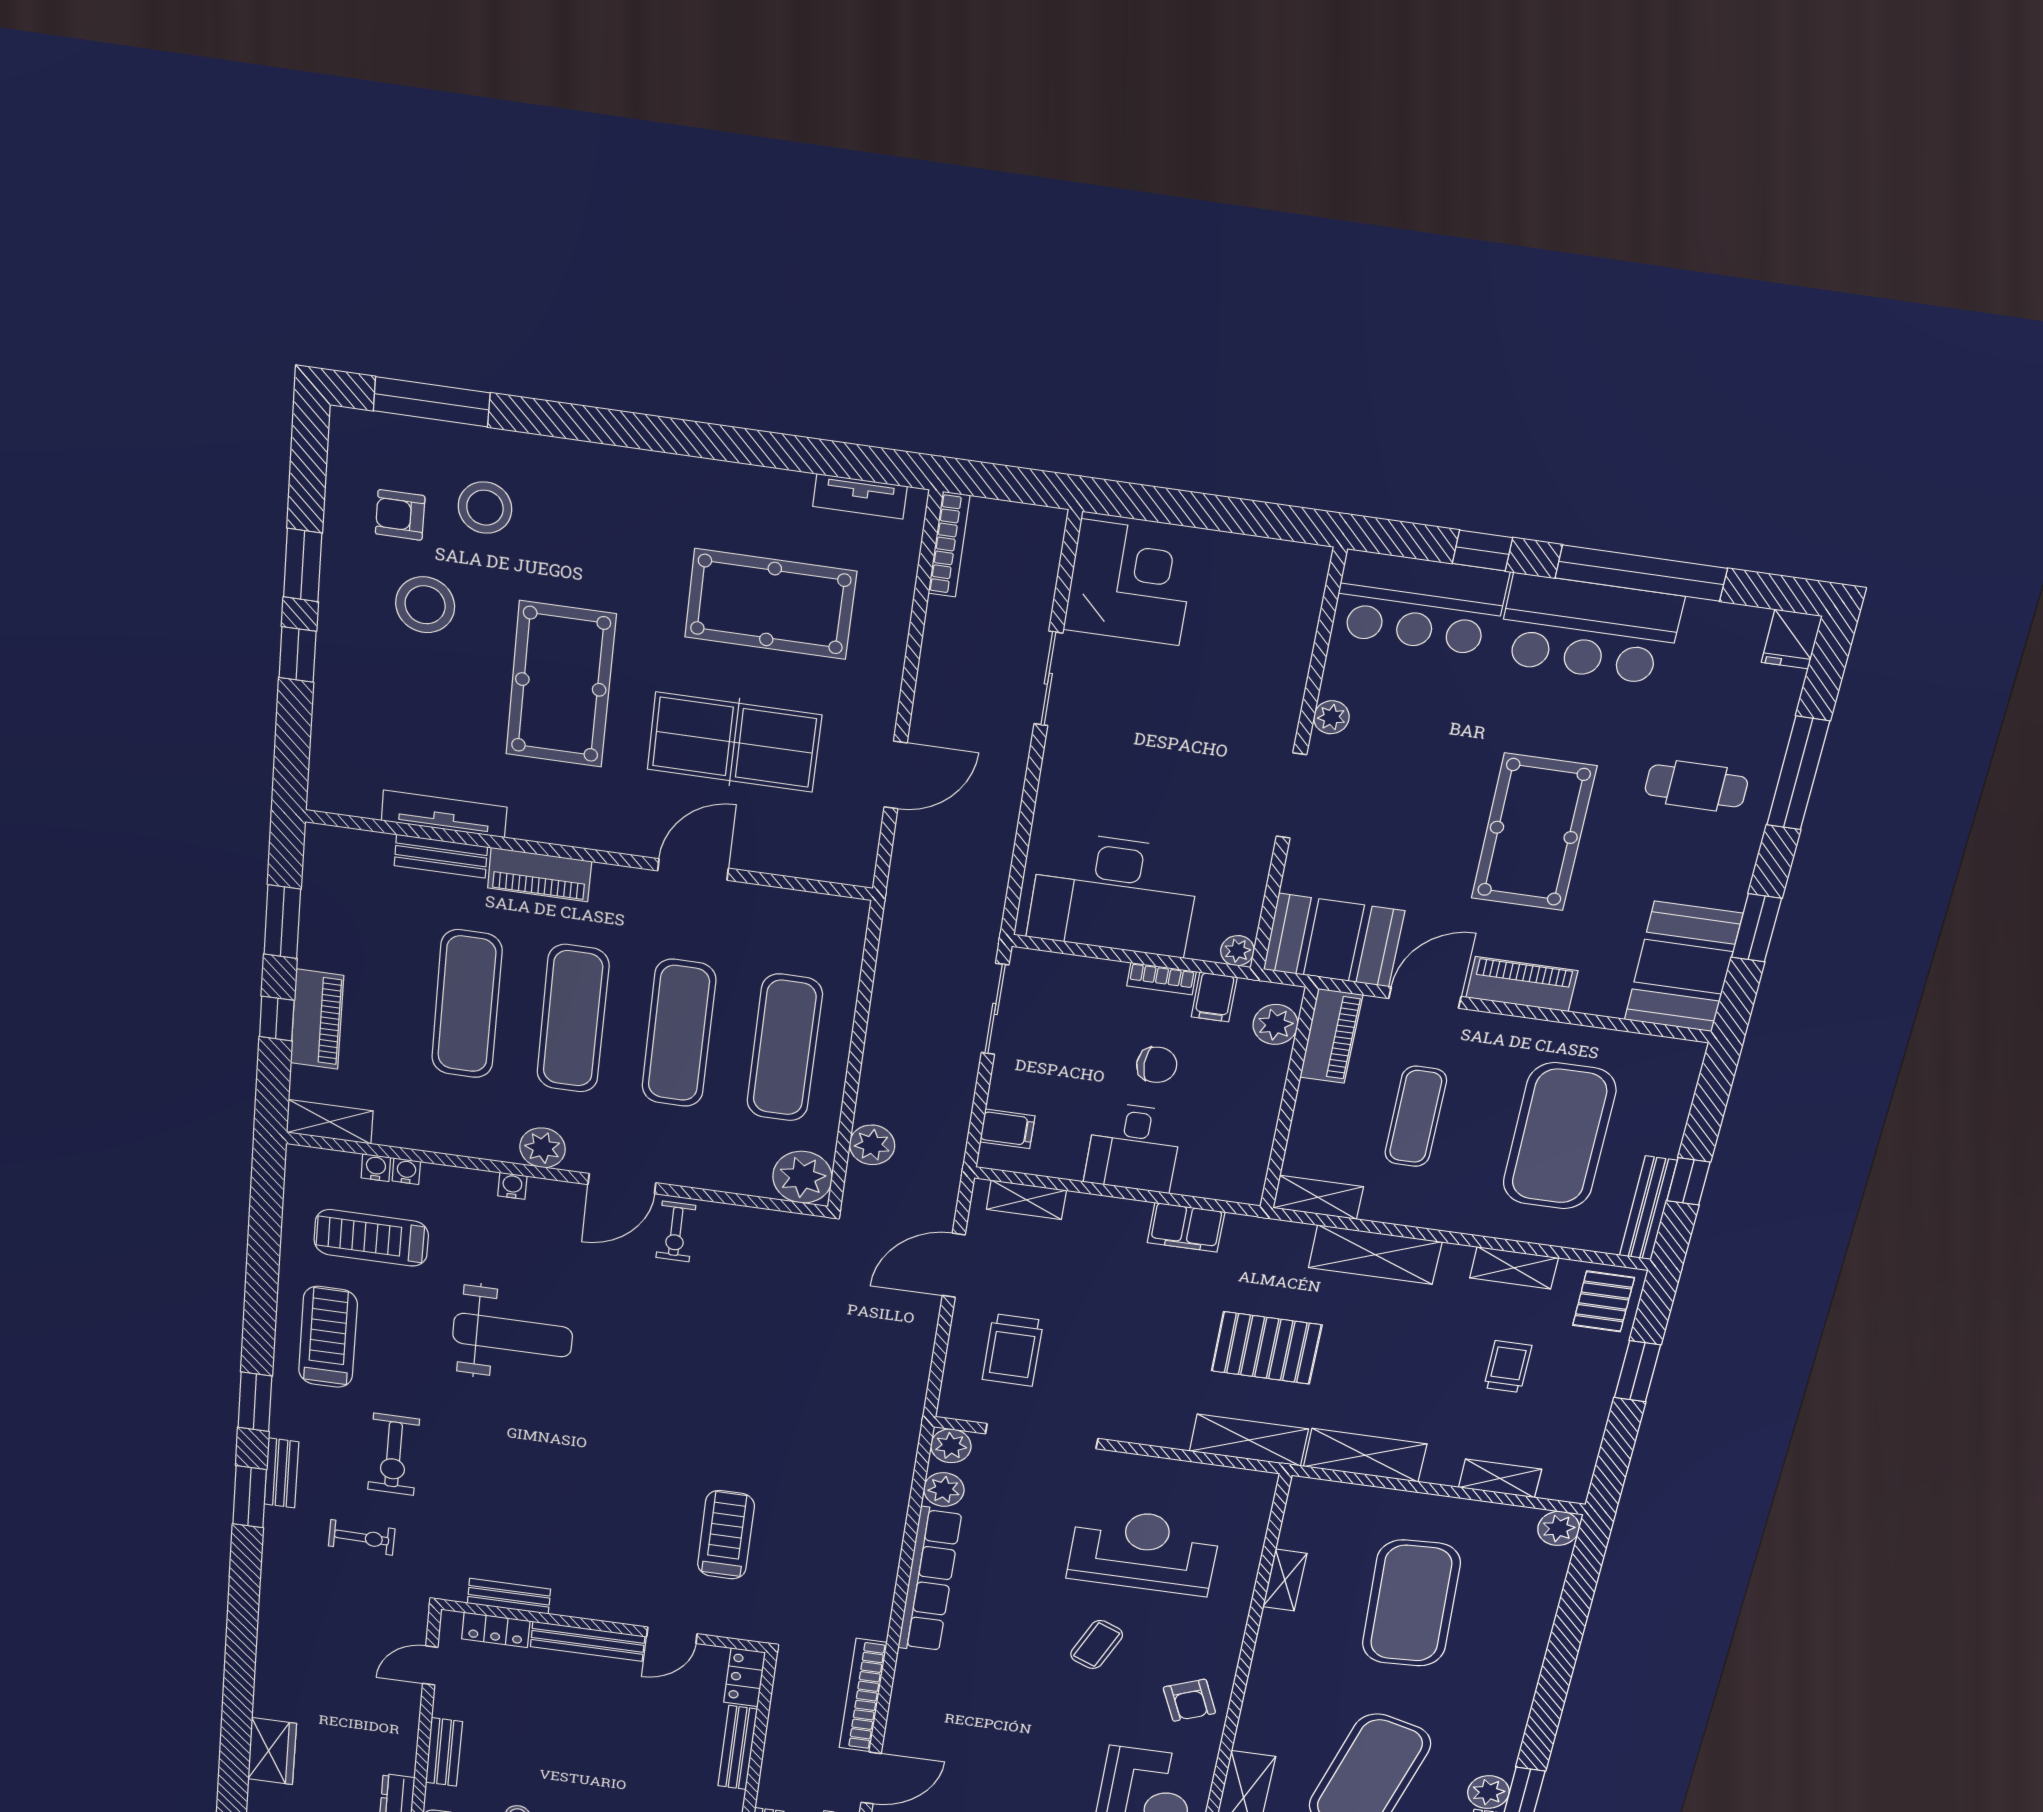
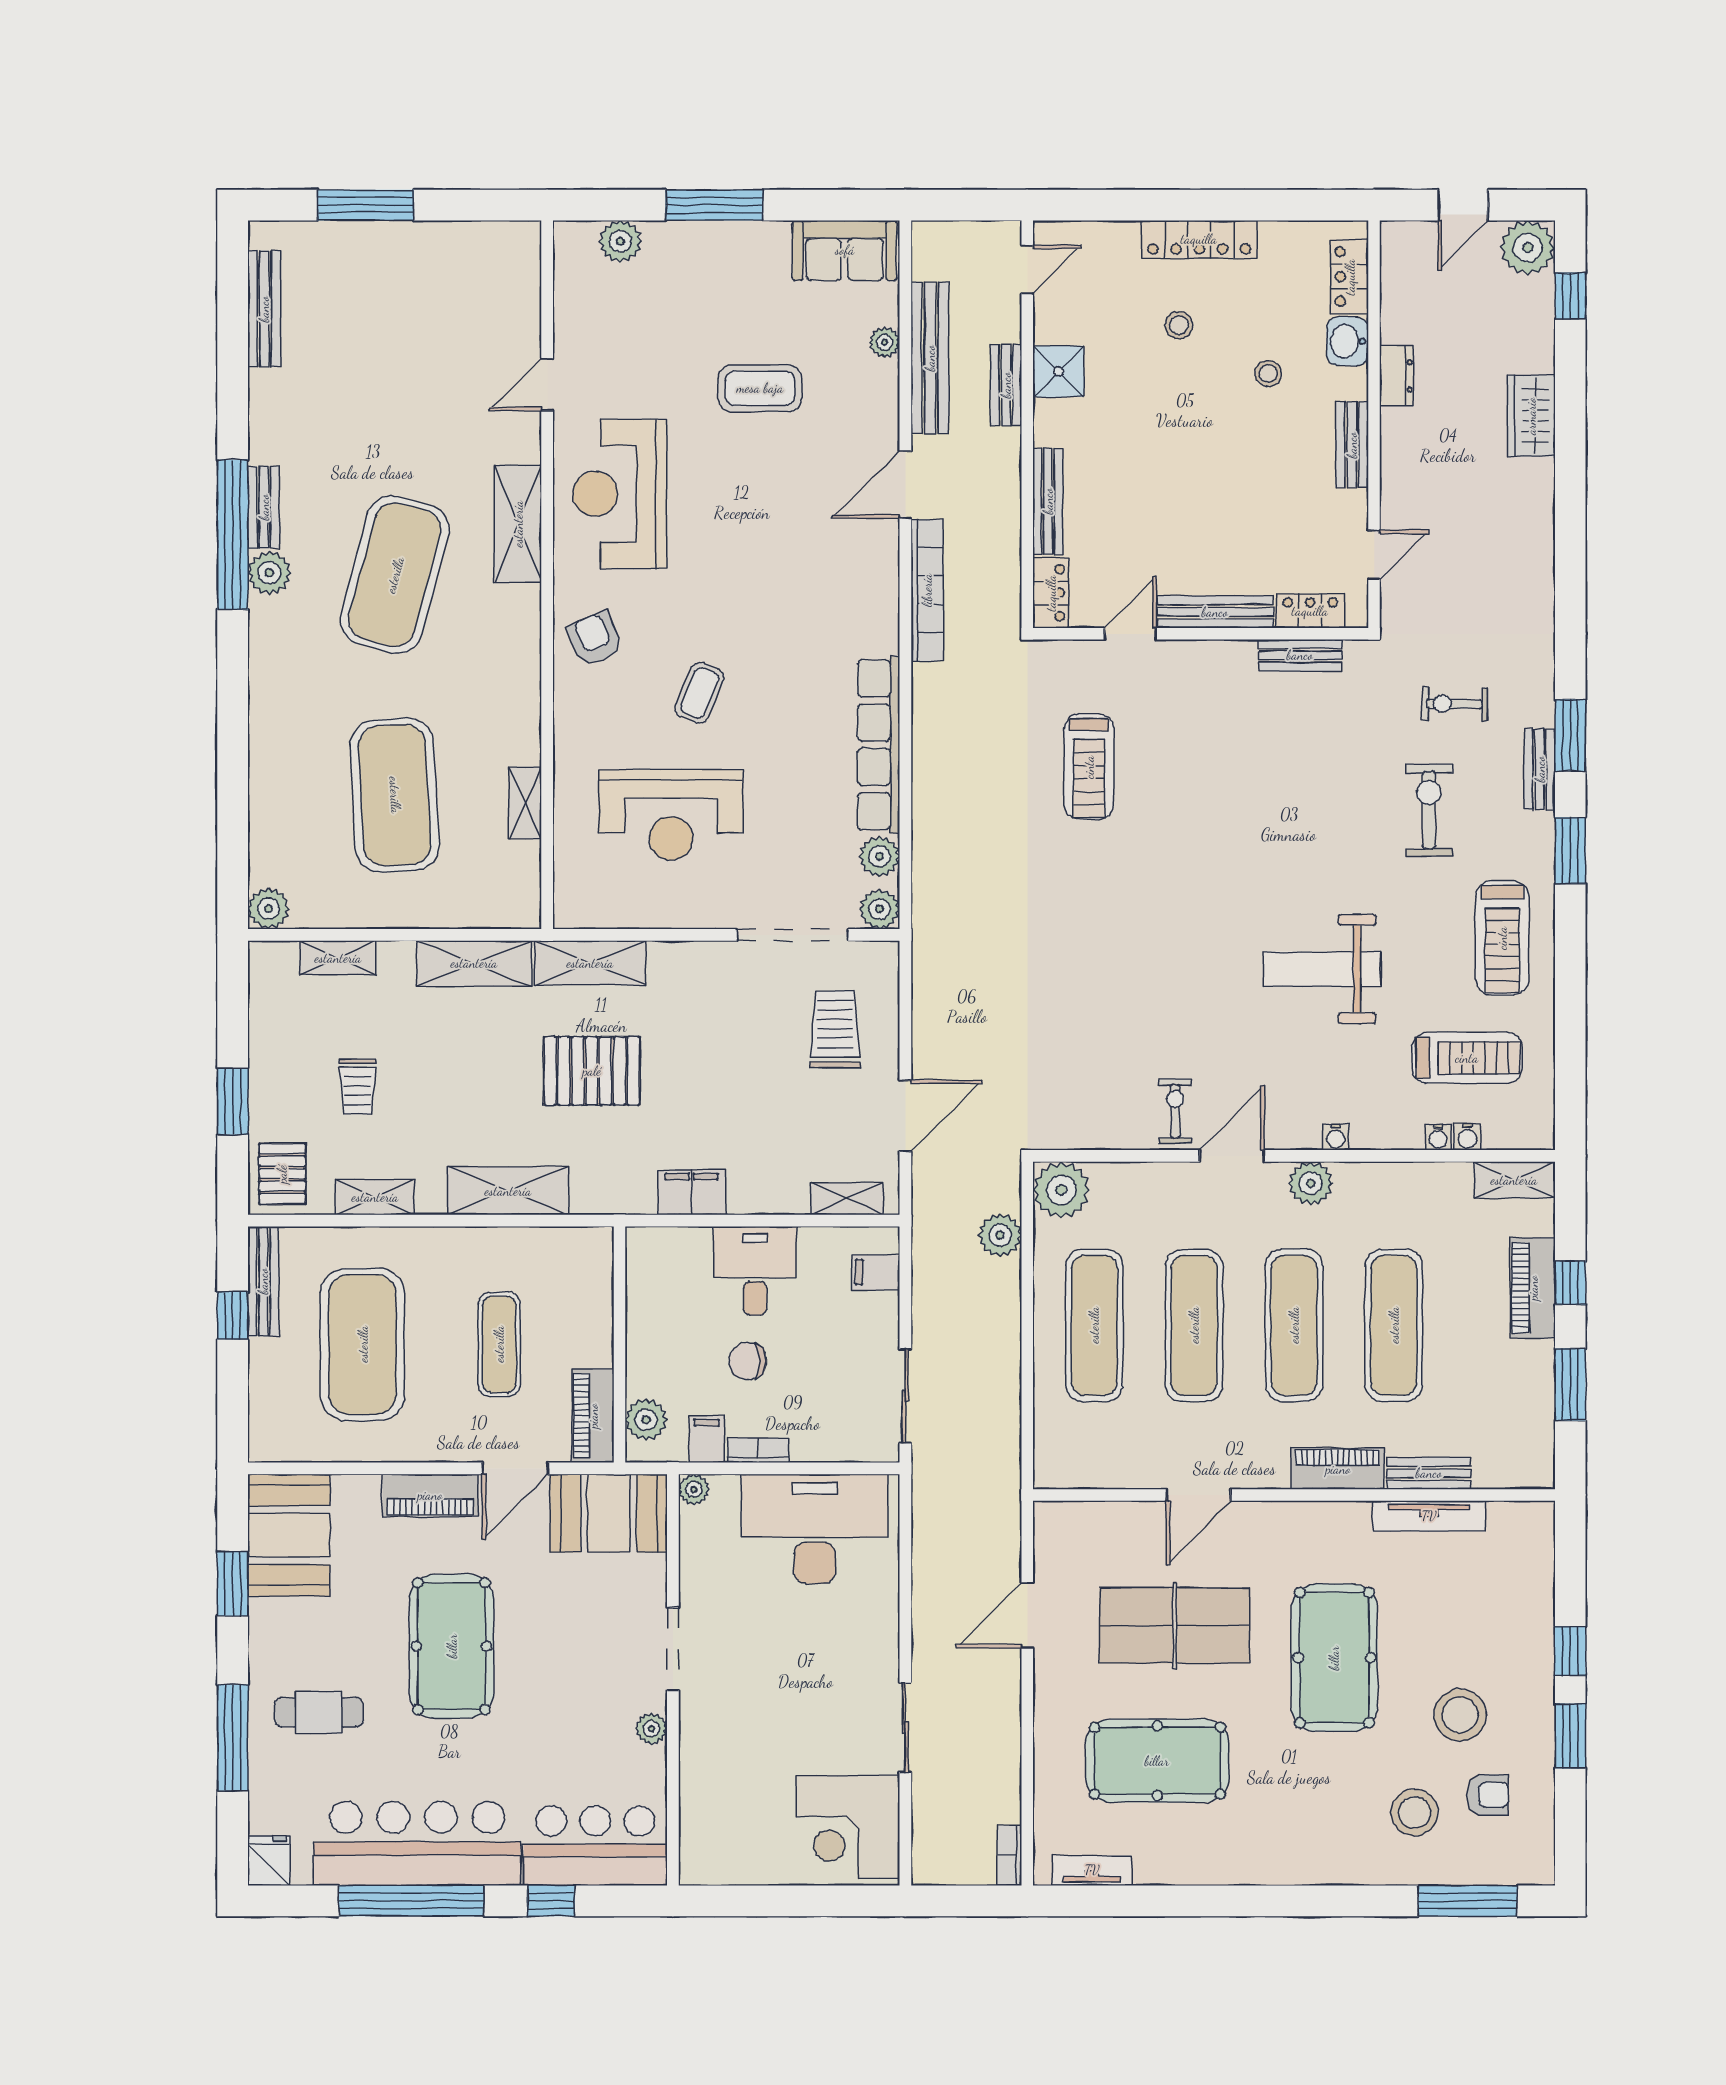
bookcase: (949, 544) -> (1009, 1855), width x0.64
bar counter: (1589, 629) -> (417, 1843), width x1.36
shelving: (1318, 1197) -> (573, 1244), removed

